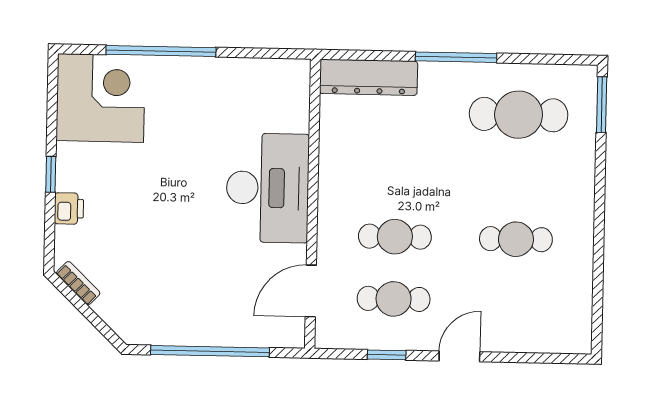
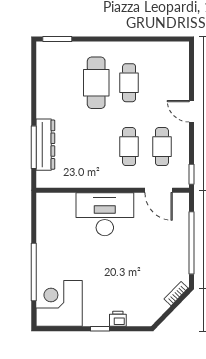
window: (456, 57) -> (34, 147), moved
dresser: (369, 77) -> (45, 145), moved
cafe table: (519, 115) -> (96, 83), moved
bookcase: (78, 283) -> (176, 294), moved
window: (387, 355) -> (192, 174), moved

